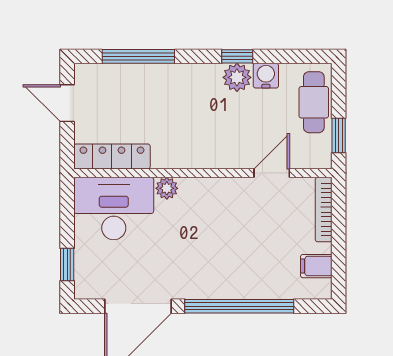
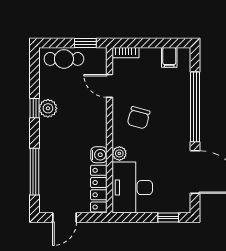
water cooler: (266, 76) -> (99, 155), moved, turned 180
bookcase: (324, 210) -> (125, 53), width x0.64
chair: (222, 218) -> (139, 118), added

